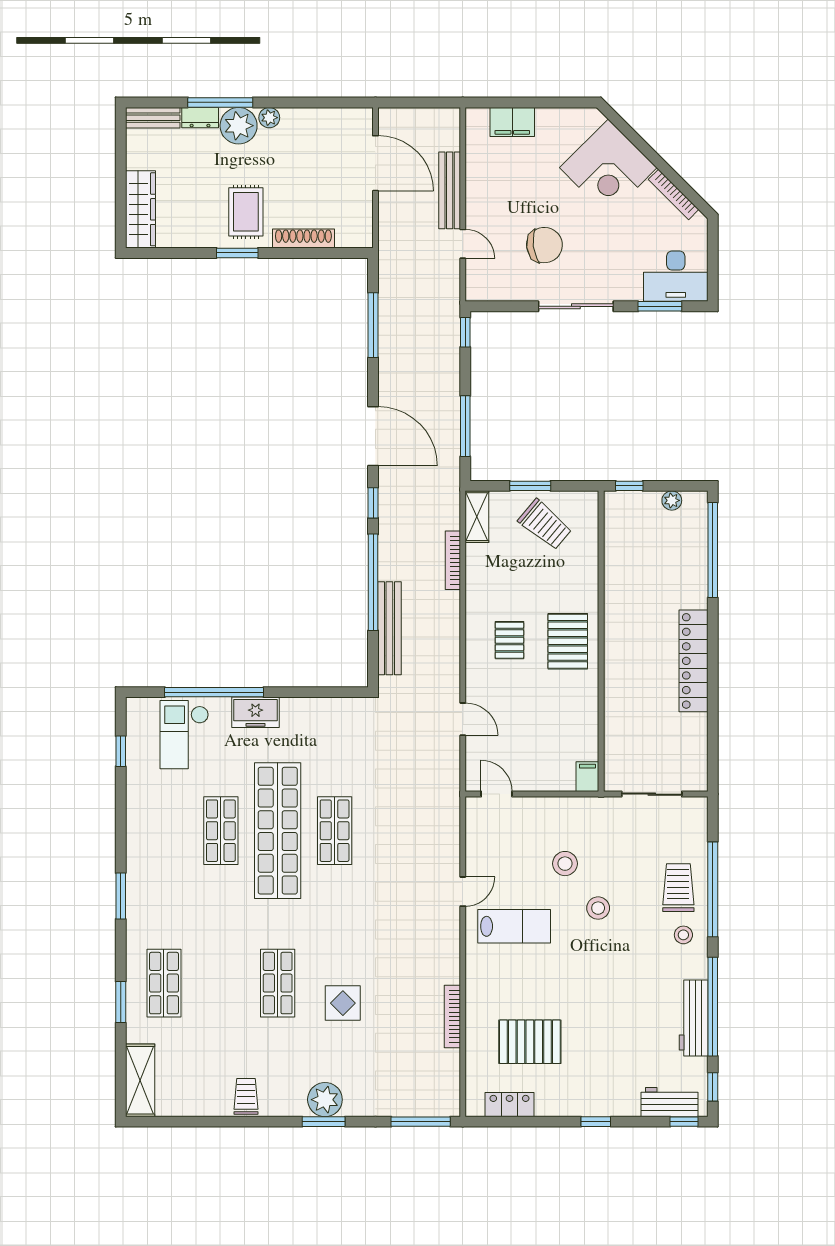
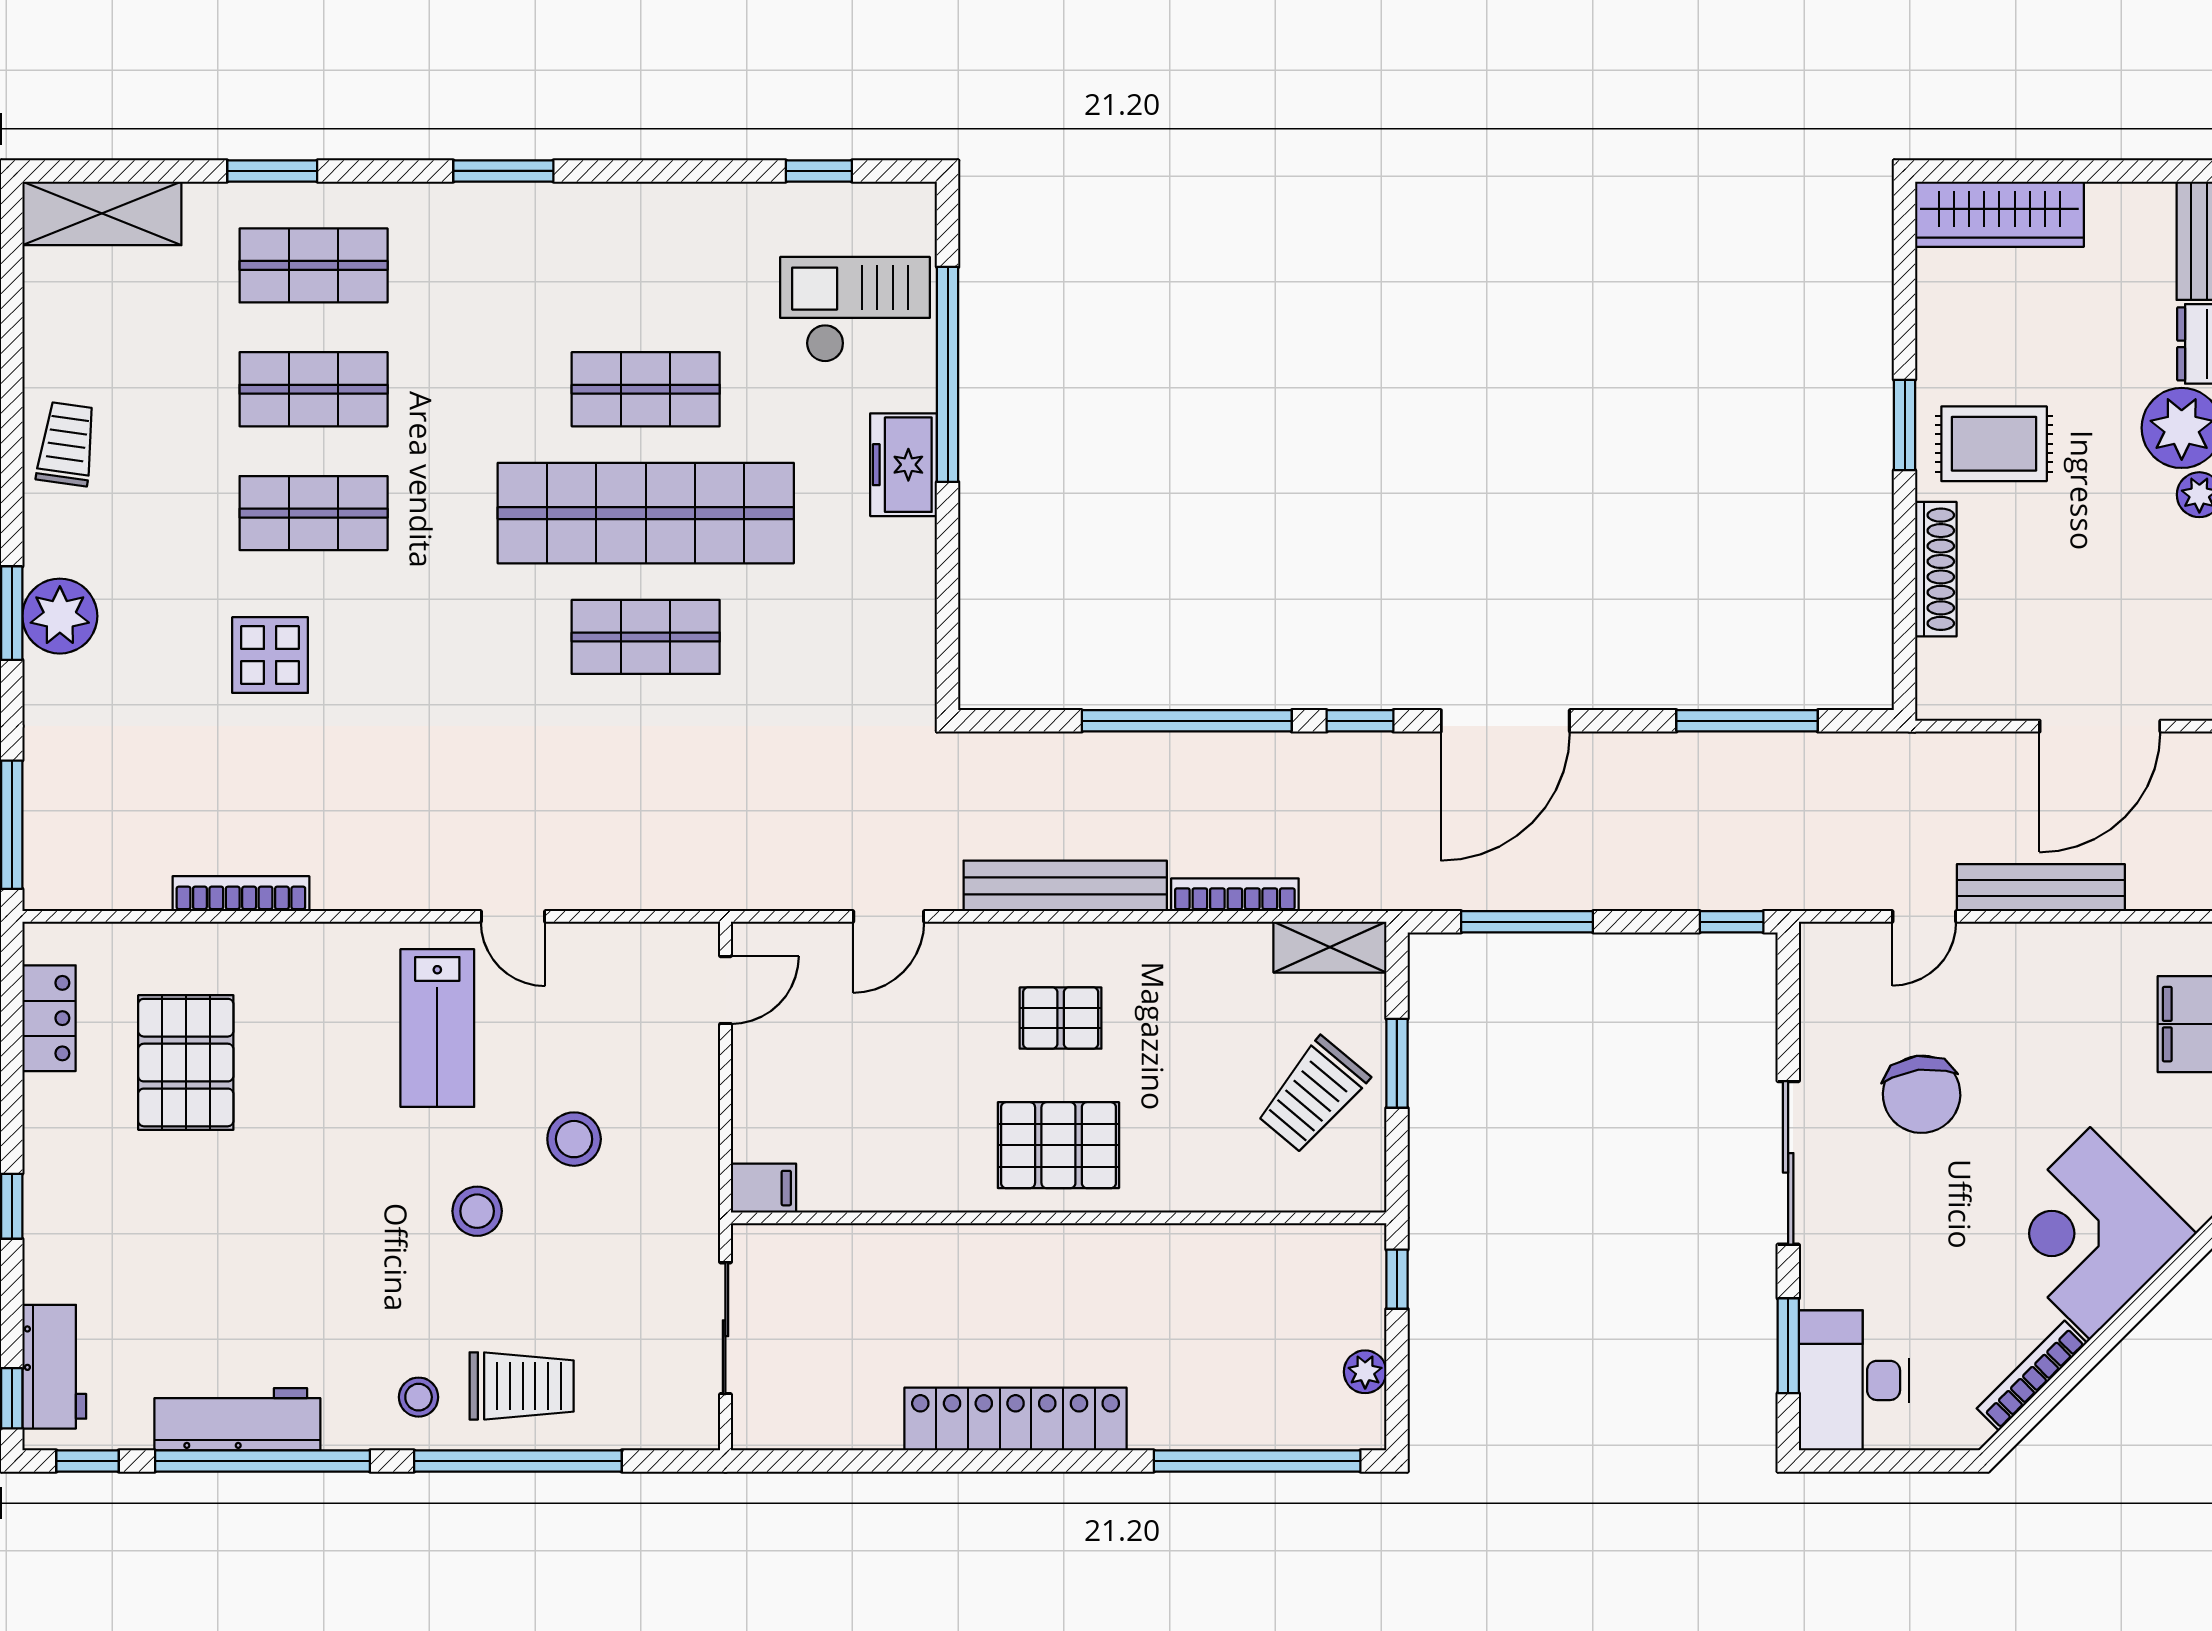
bench: (389, 628) -> (1065, 886), moved
shop shelf: (221, 983) -> (314, 389), added
trolley: (246, 1096) -> (67, 444), turned -82

